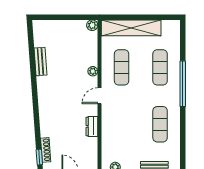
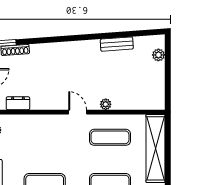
plant: (92, 25) -> (158, 55), moved
dresser: (92, 126) -> (18, 103), moved

